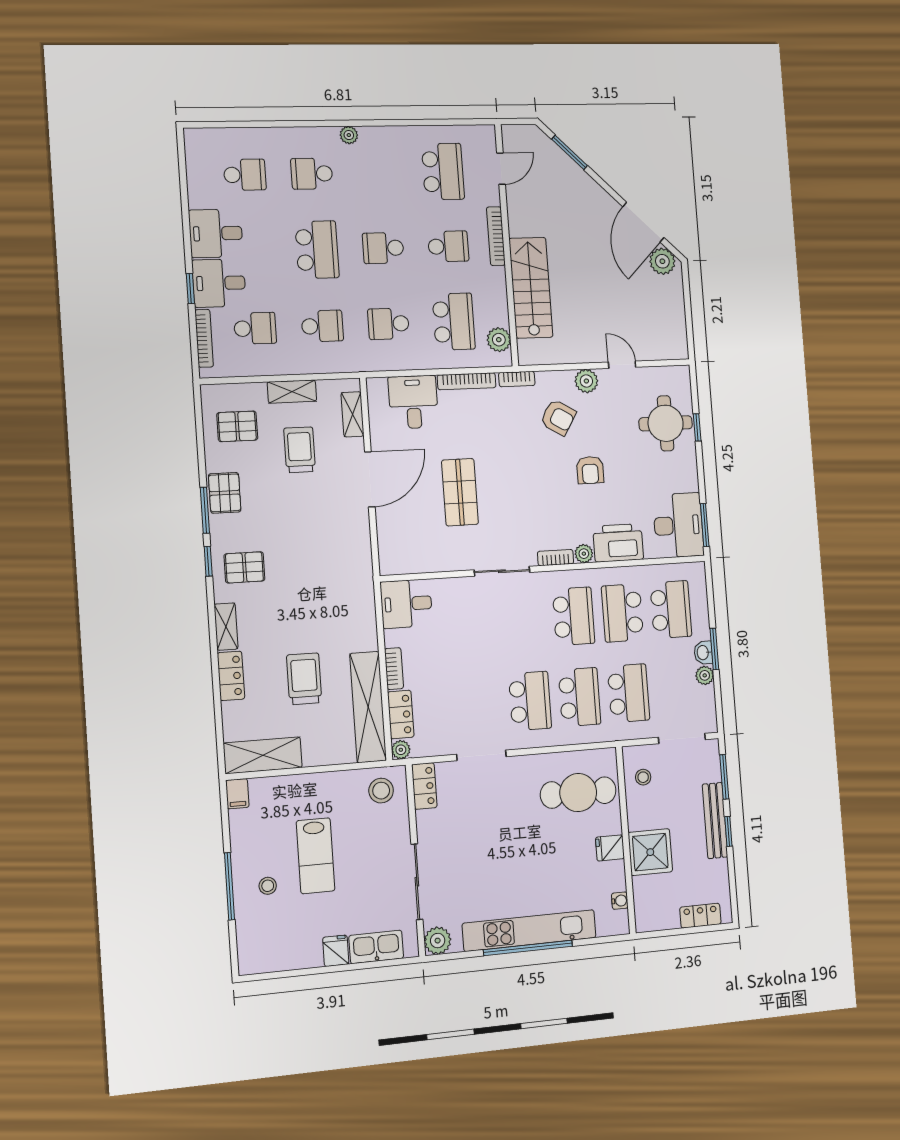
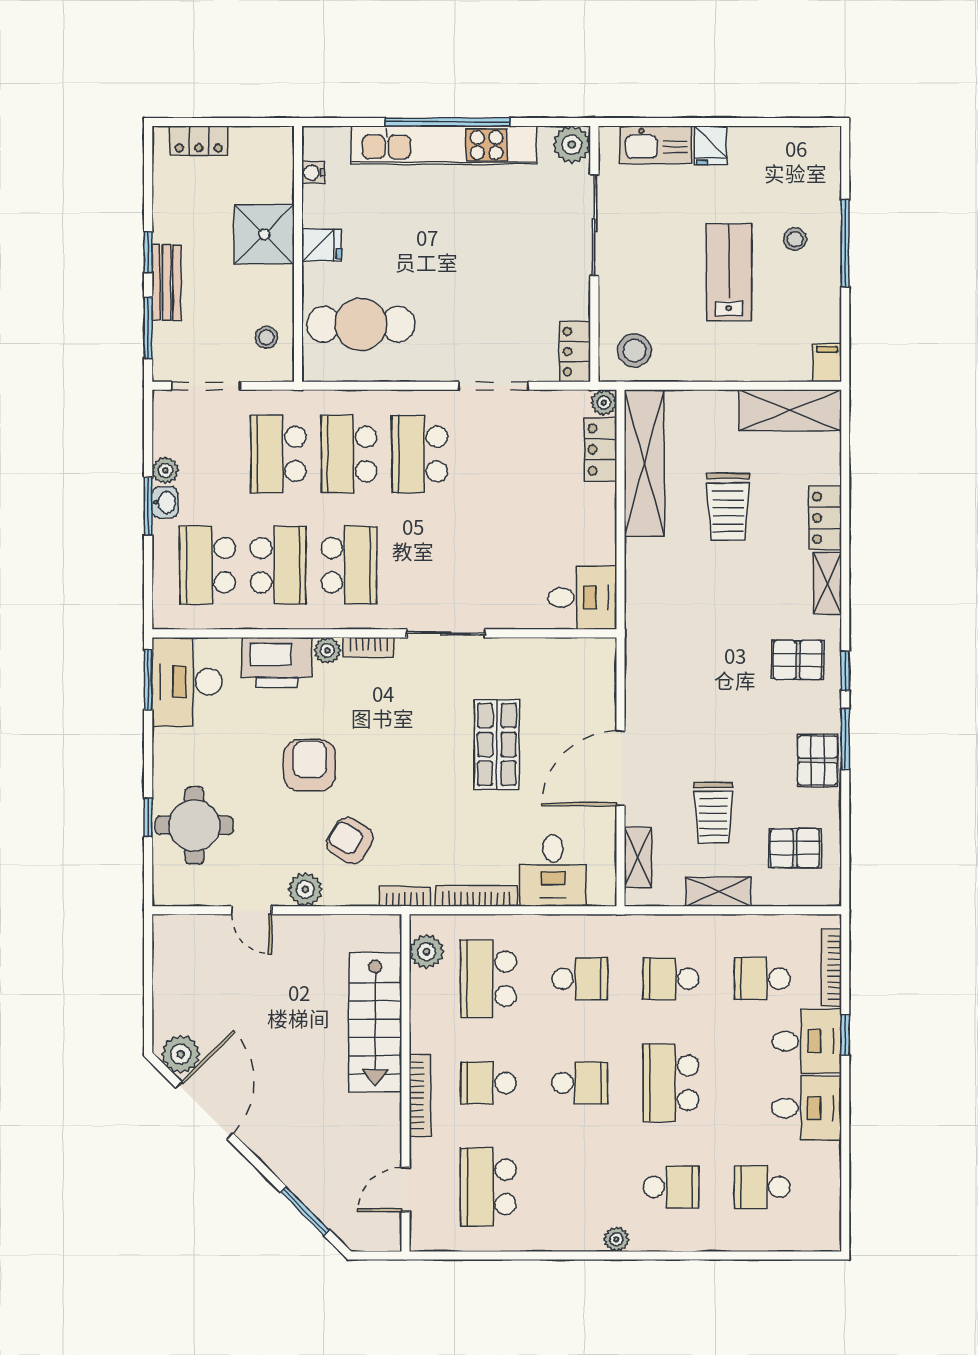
armchair: (590, 470) -> (309, 765), width x1.38, depth x1.38
school desk: (574, 616) -> (349, 565), turned 180
bookcase: (394, 669) -> (605, 512), removed
bench: (715, 821) -> (167, 283), width x0.73

